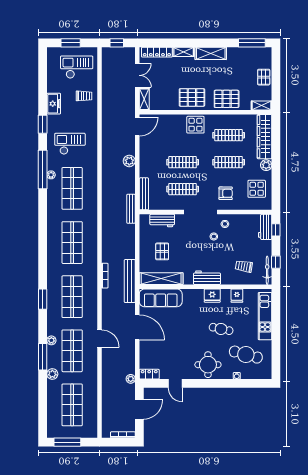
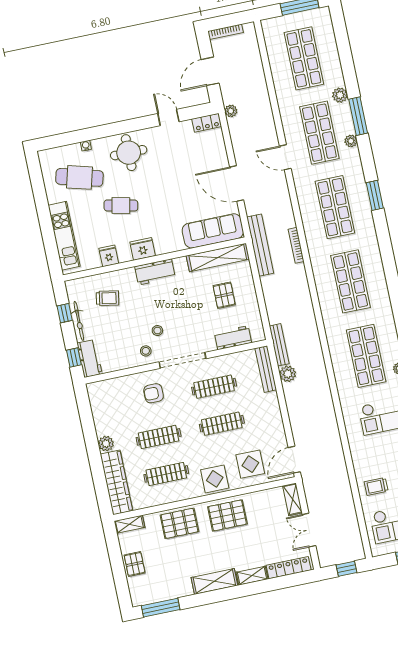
plant: (129, 161) -> (288, 374), moved
display table: (257, 189) -> (250, 464), moved
bicycle: (267, 270) -> (79, 321), moved

